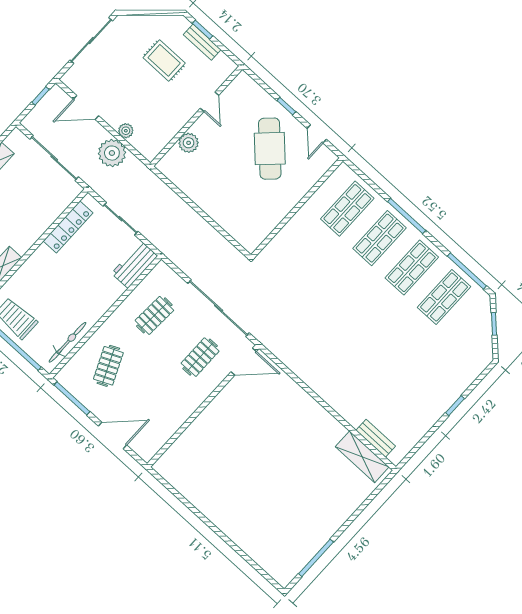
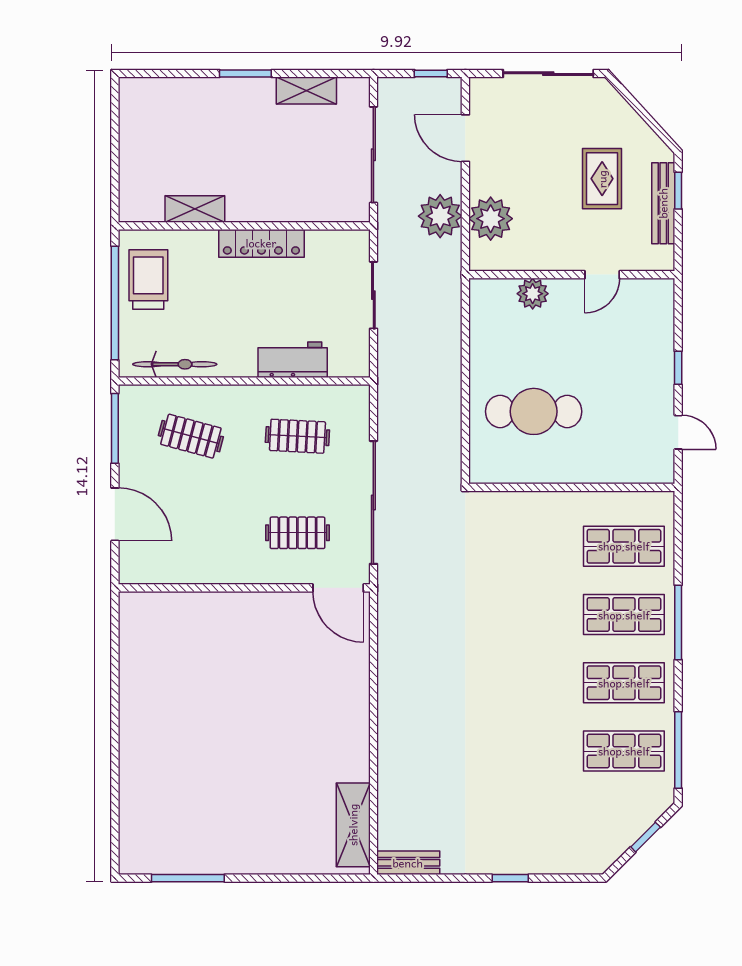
bench: (202, 42) -> (663, 203), width x1.36
plant: (126, 131) -> (491, 219), width x1.88, depth x1.88
door: (317, 134) -> (678, 432), swing flipped
cafe table: (270, 149) -> (534, 411), moved, turned 44
locker: (68, 227) -> (261, 243), moved
workbench: (135, 265) -> (293, 360), moved
clothes rail: (108, 366) -> (191, 436), turned 39
bench: (376, 438) -> (408, 863), moved, turned 90

